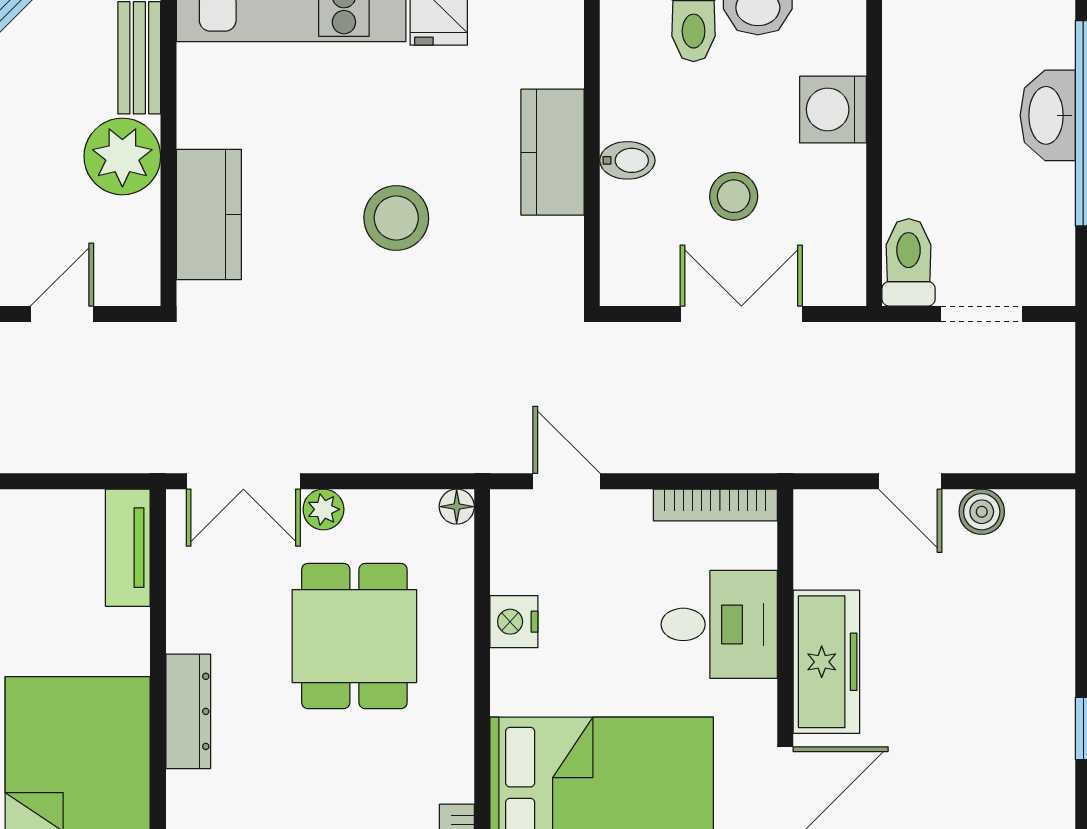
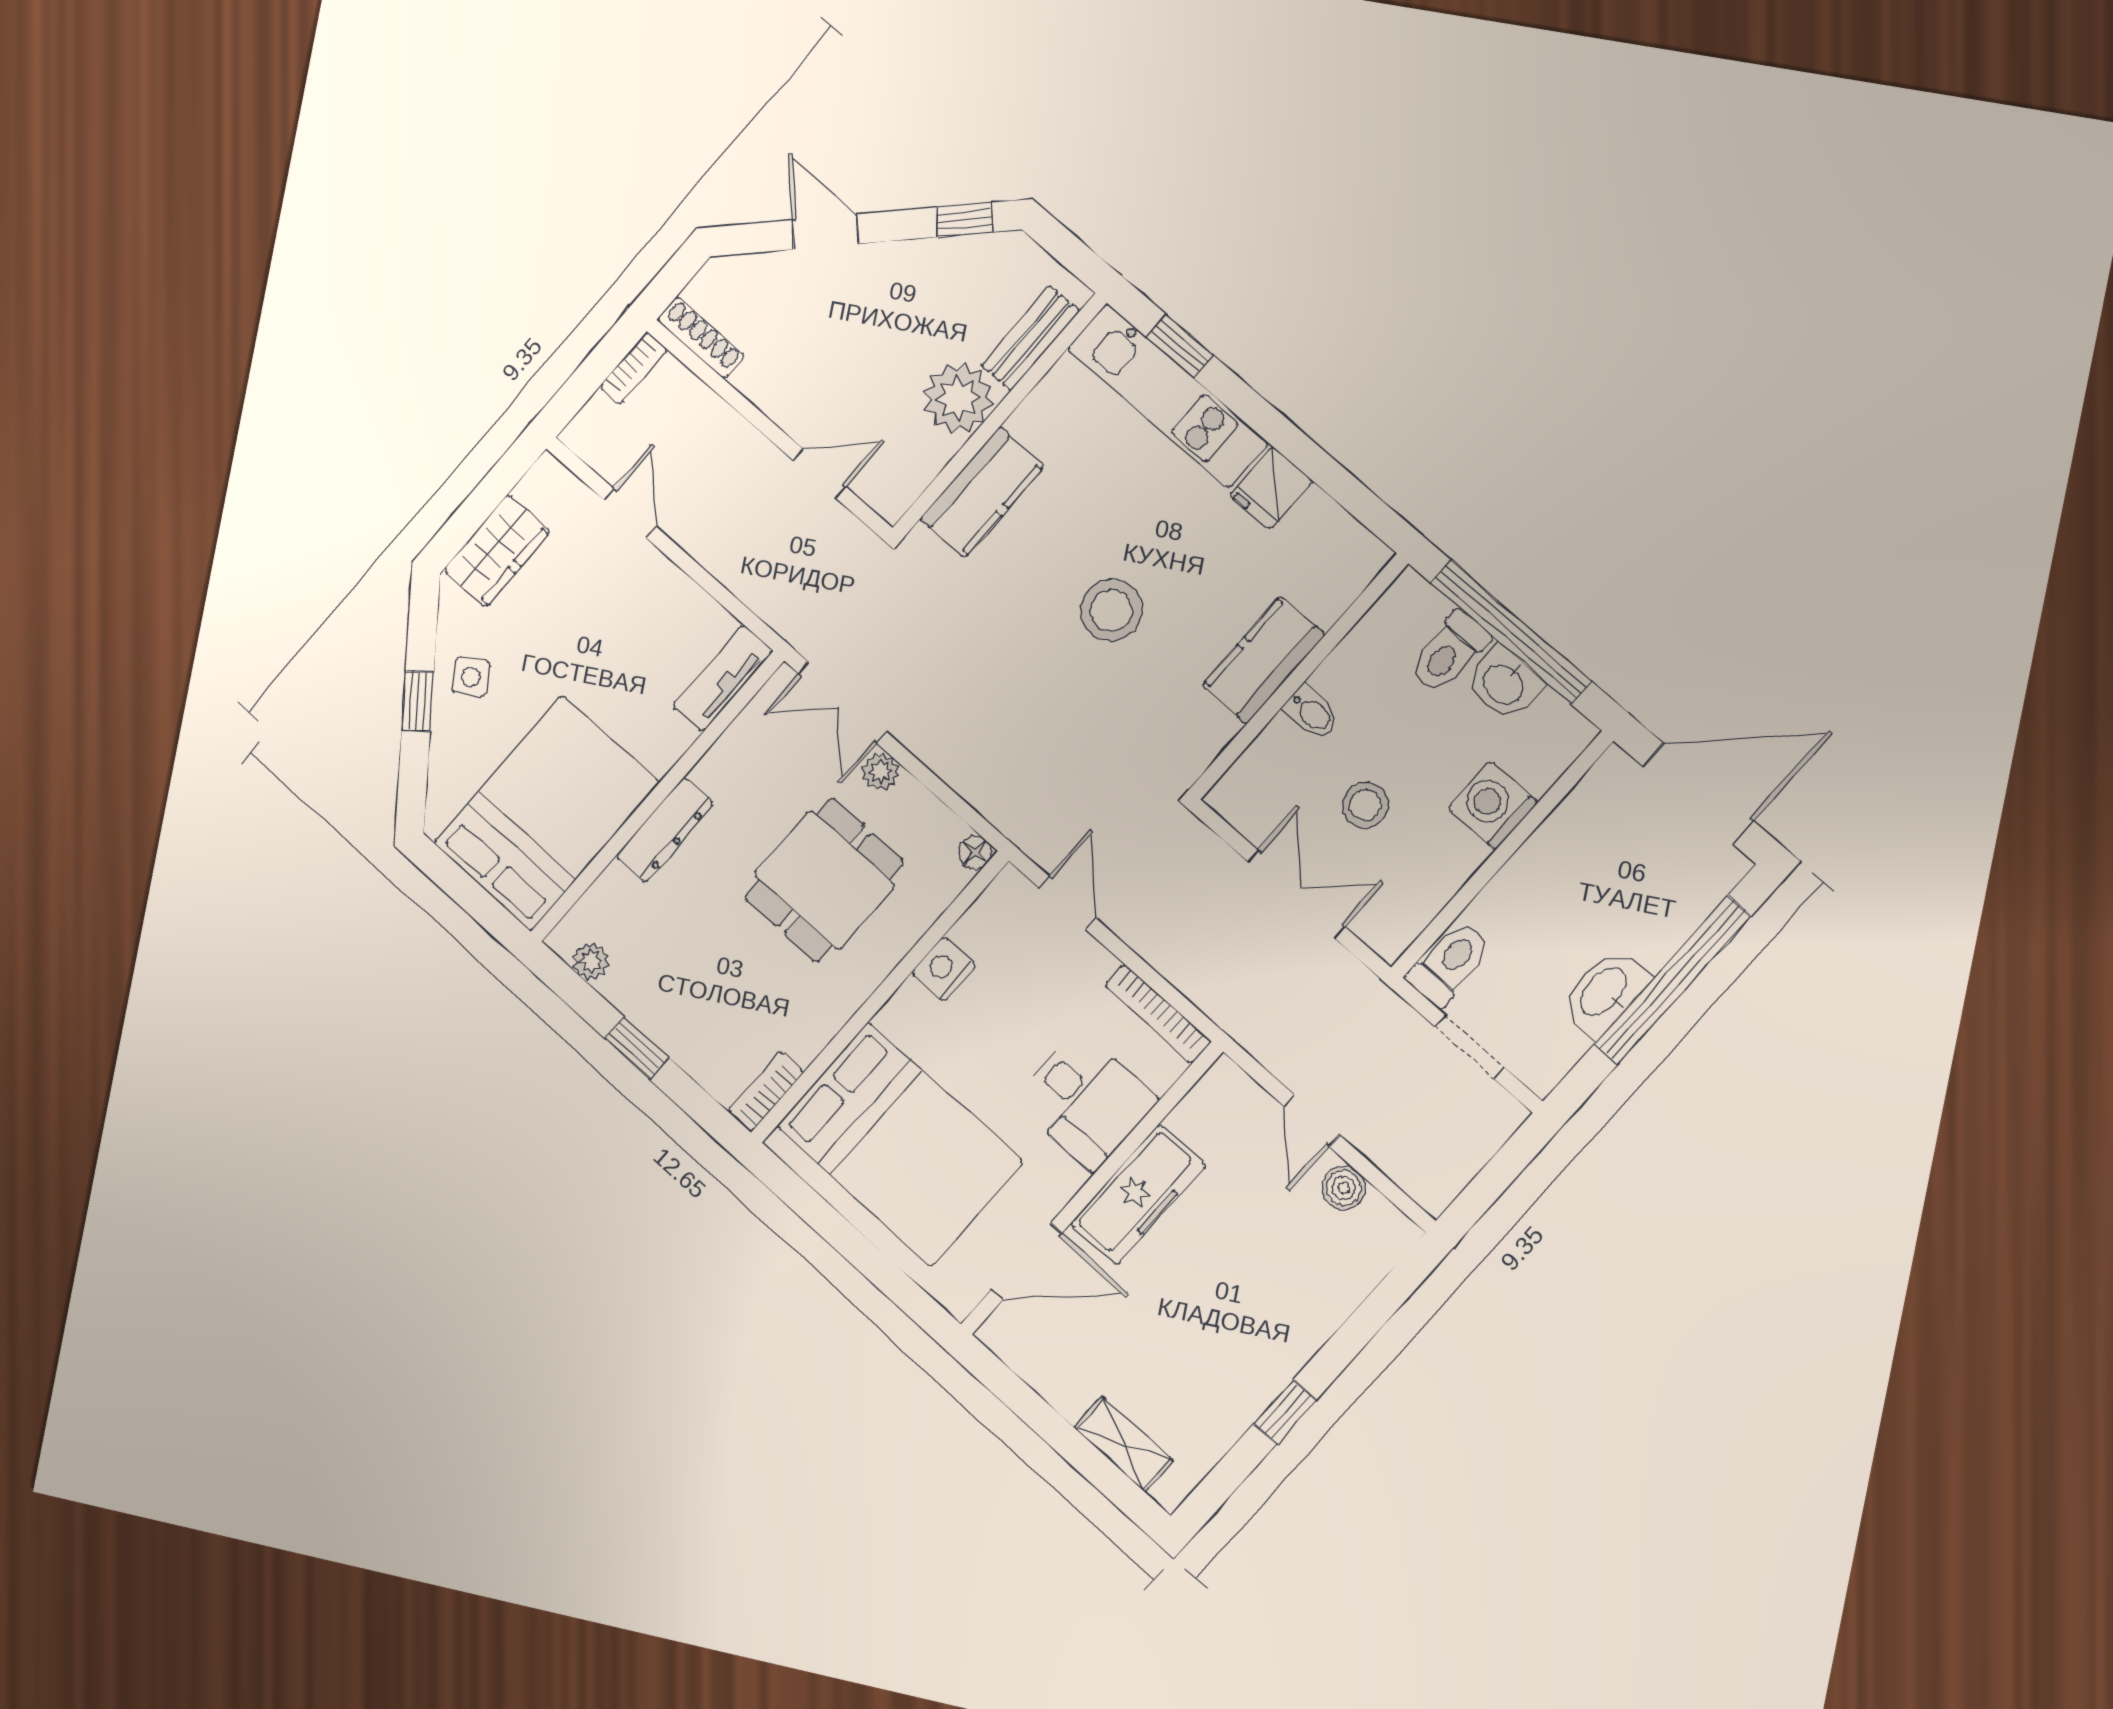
washbasin: (1048, 115) -> (1605, 992), moved

